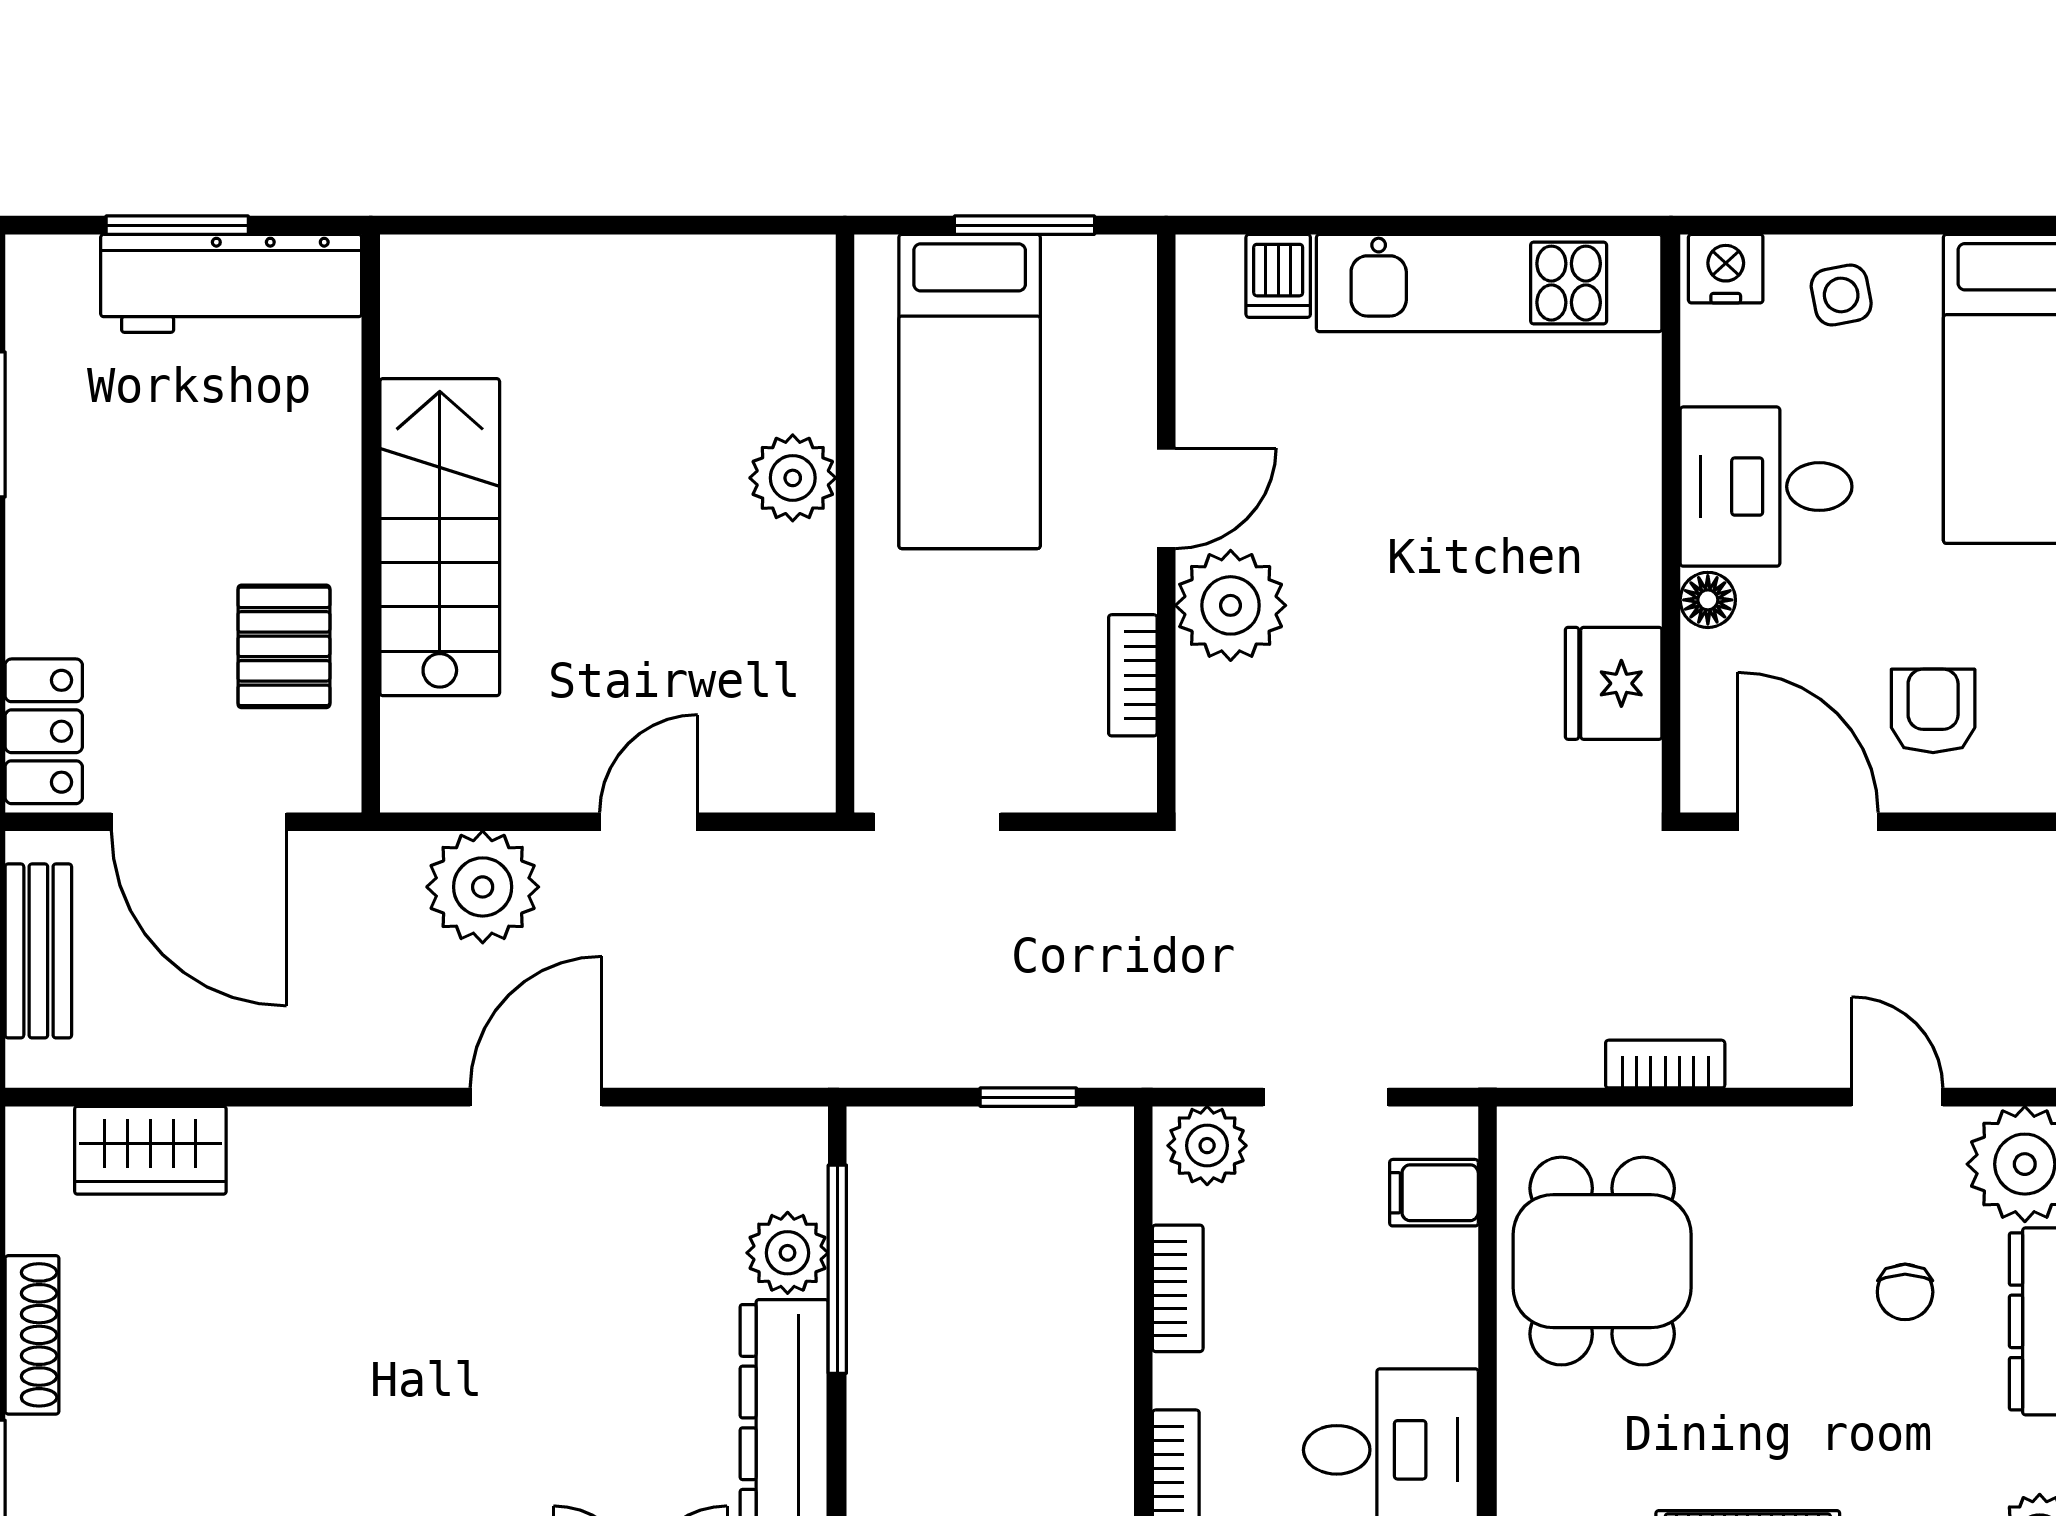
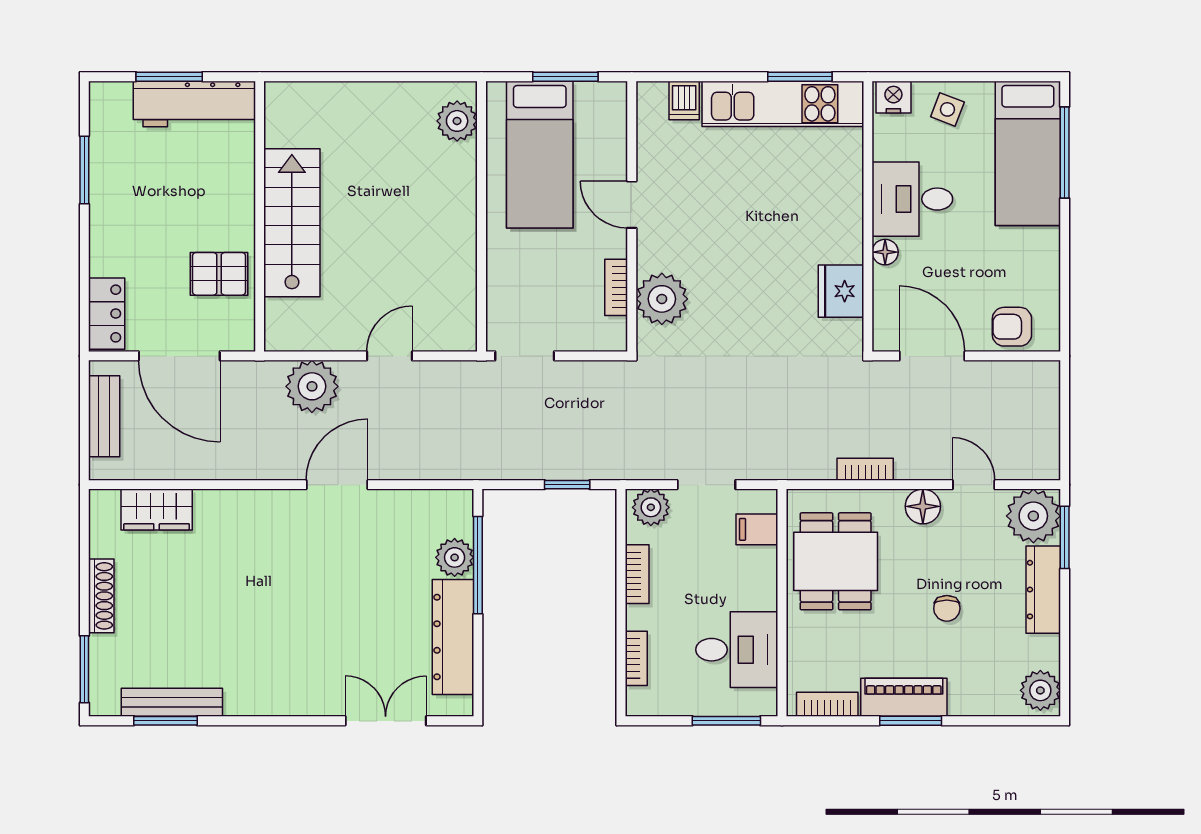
window: (1526, 225) -> (800, 77), added
side table: (1841, 295) -> (947, 109), turned 32
plant: (793, 478) -> (457, 121), moved
door: (1166, 498) -> (632, 205), swing flipped
plant: (1231, 605) -> (662, 299), moved
pallet: (284, 646) -> (219, 274), turned 90
armchair: (1933, 711) -> (1012, 327), moved, turned -90
floor lamp: (1789, 1144) -> (923, 506), added
chair: (1905, 1292) -> (947, 608), moved

